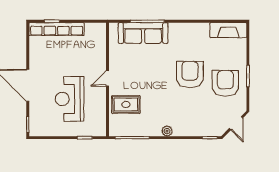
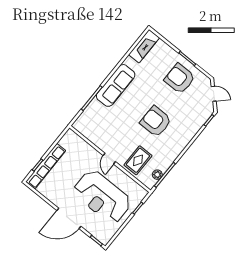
sofa: (143, 33) -> (116, 85), moved
armchair: (190, 74) -> (156, 121), moved
reception desk: (70, 99) -> (102, 197), width x1.36, depth x1.30
plant: (167, 131) -> (157, 175), moved

